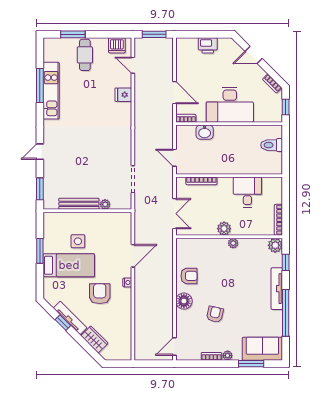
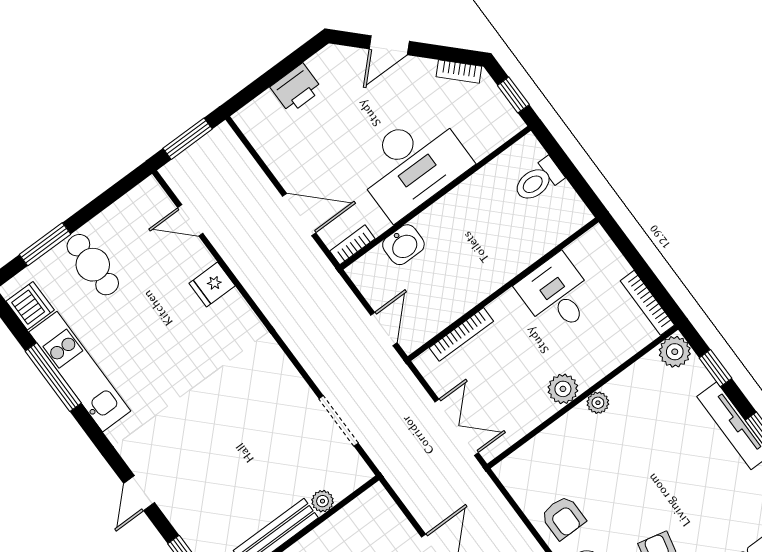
dishwasher: (117, 45) -> (30, 306), moved, turned -90
door: (174, 158) -> (384, 329), swing flipped
armchair: (189, 276) -> (563, 518), turned 90

